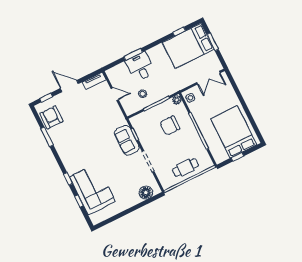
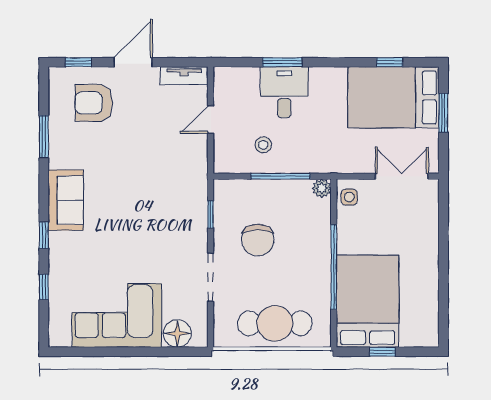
double door: (208, 78) -> (402, 176), swing flipped
door: (69, 86) -> (133, 62), hinge flipped
door: (115, 94) -> (211, 119), swing flipped
armchair: (51, 117) -> (94, 103), moved, turned -90
chair: (170, 126) -> (258, 240), moved, turned -90
bed: (234, 132) -> (368, 301), moved
sofa: (127, 140) -> (66, 200), moved, turned 180
cafe table: (185, 168) -> (275, 323), width x1.37, depth x1.35
corner sofa: (92, 189) -> (117, 315), moved, turned -90

